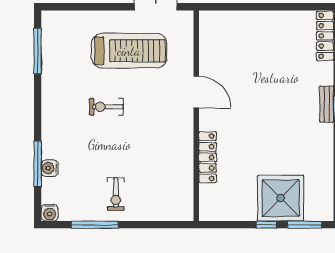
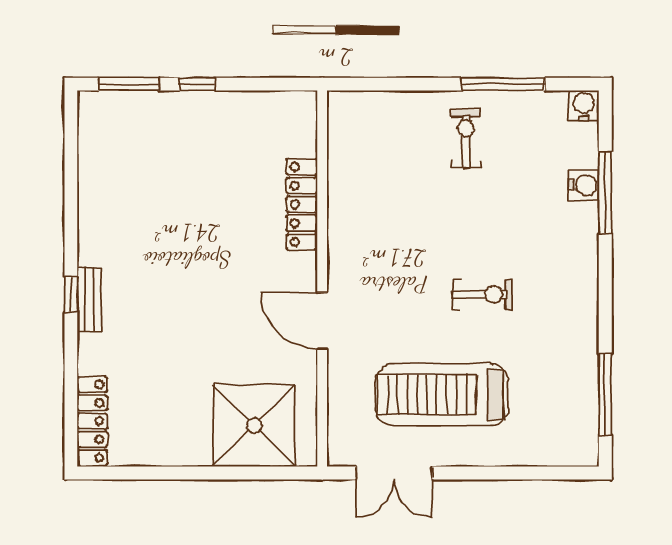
shower: (281, 198) -> (254, 426), moved

